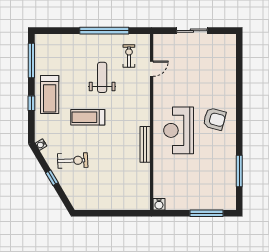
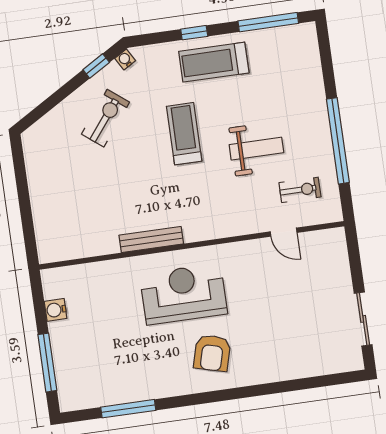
sliding door: (192, 31) -> (363, 319), moved
exercise bike: (73, 161) -> (105, 118), turned -140
window: (52, 178) -> (96, 66), moved
water cooler: (159, 204) -> (56, 310), moved

